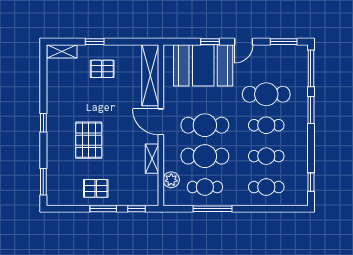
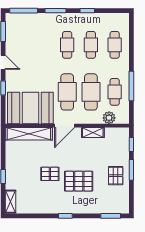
booth: (203, 65) -> (30, 108), moved, turned 90
pallet: (102, 69) -> (50, 174), moved, turned 90
cafe table: (266, 94) -> (43, 45), removed
window: (311, 182) -> (87, 11), moved

